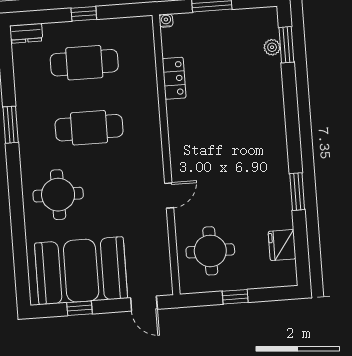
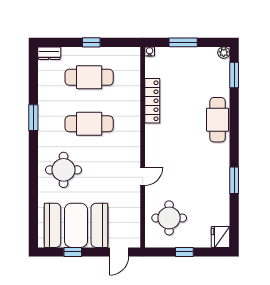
plant: (272, 47) -> (224, 53), moved
locker: (174, 78) -> (152, 101), width x1.53
cafe table: (268, 109) -> (218, 120), added
fridge: (282, 245) -> (221, 237), moved
door: (144, 303) -> (119, 252), hinge flipped

